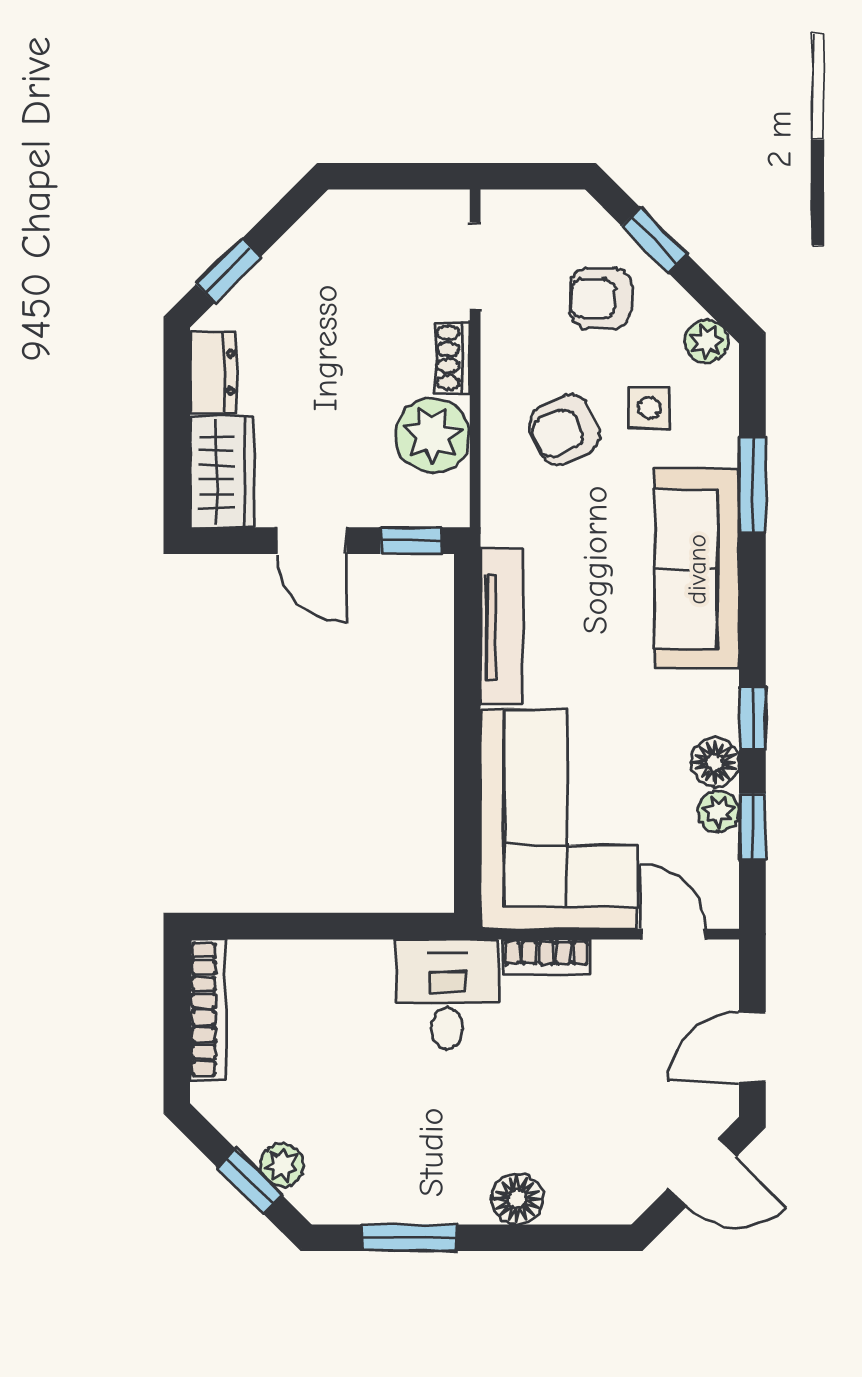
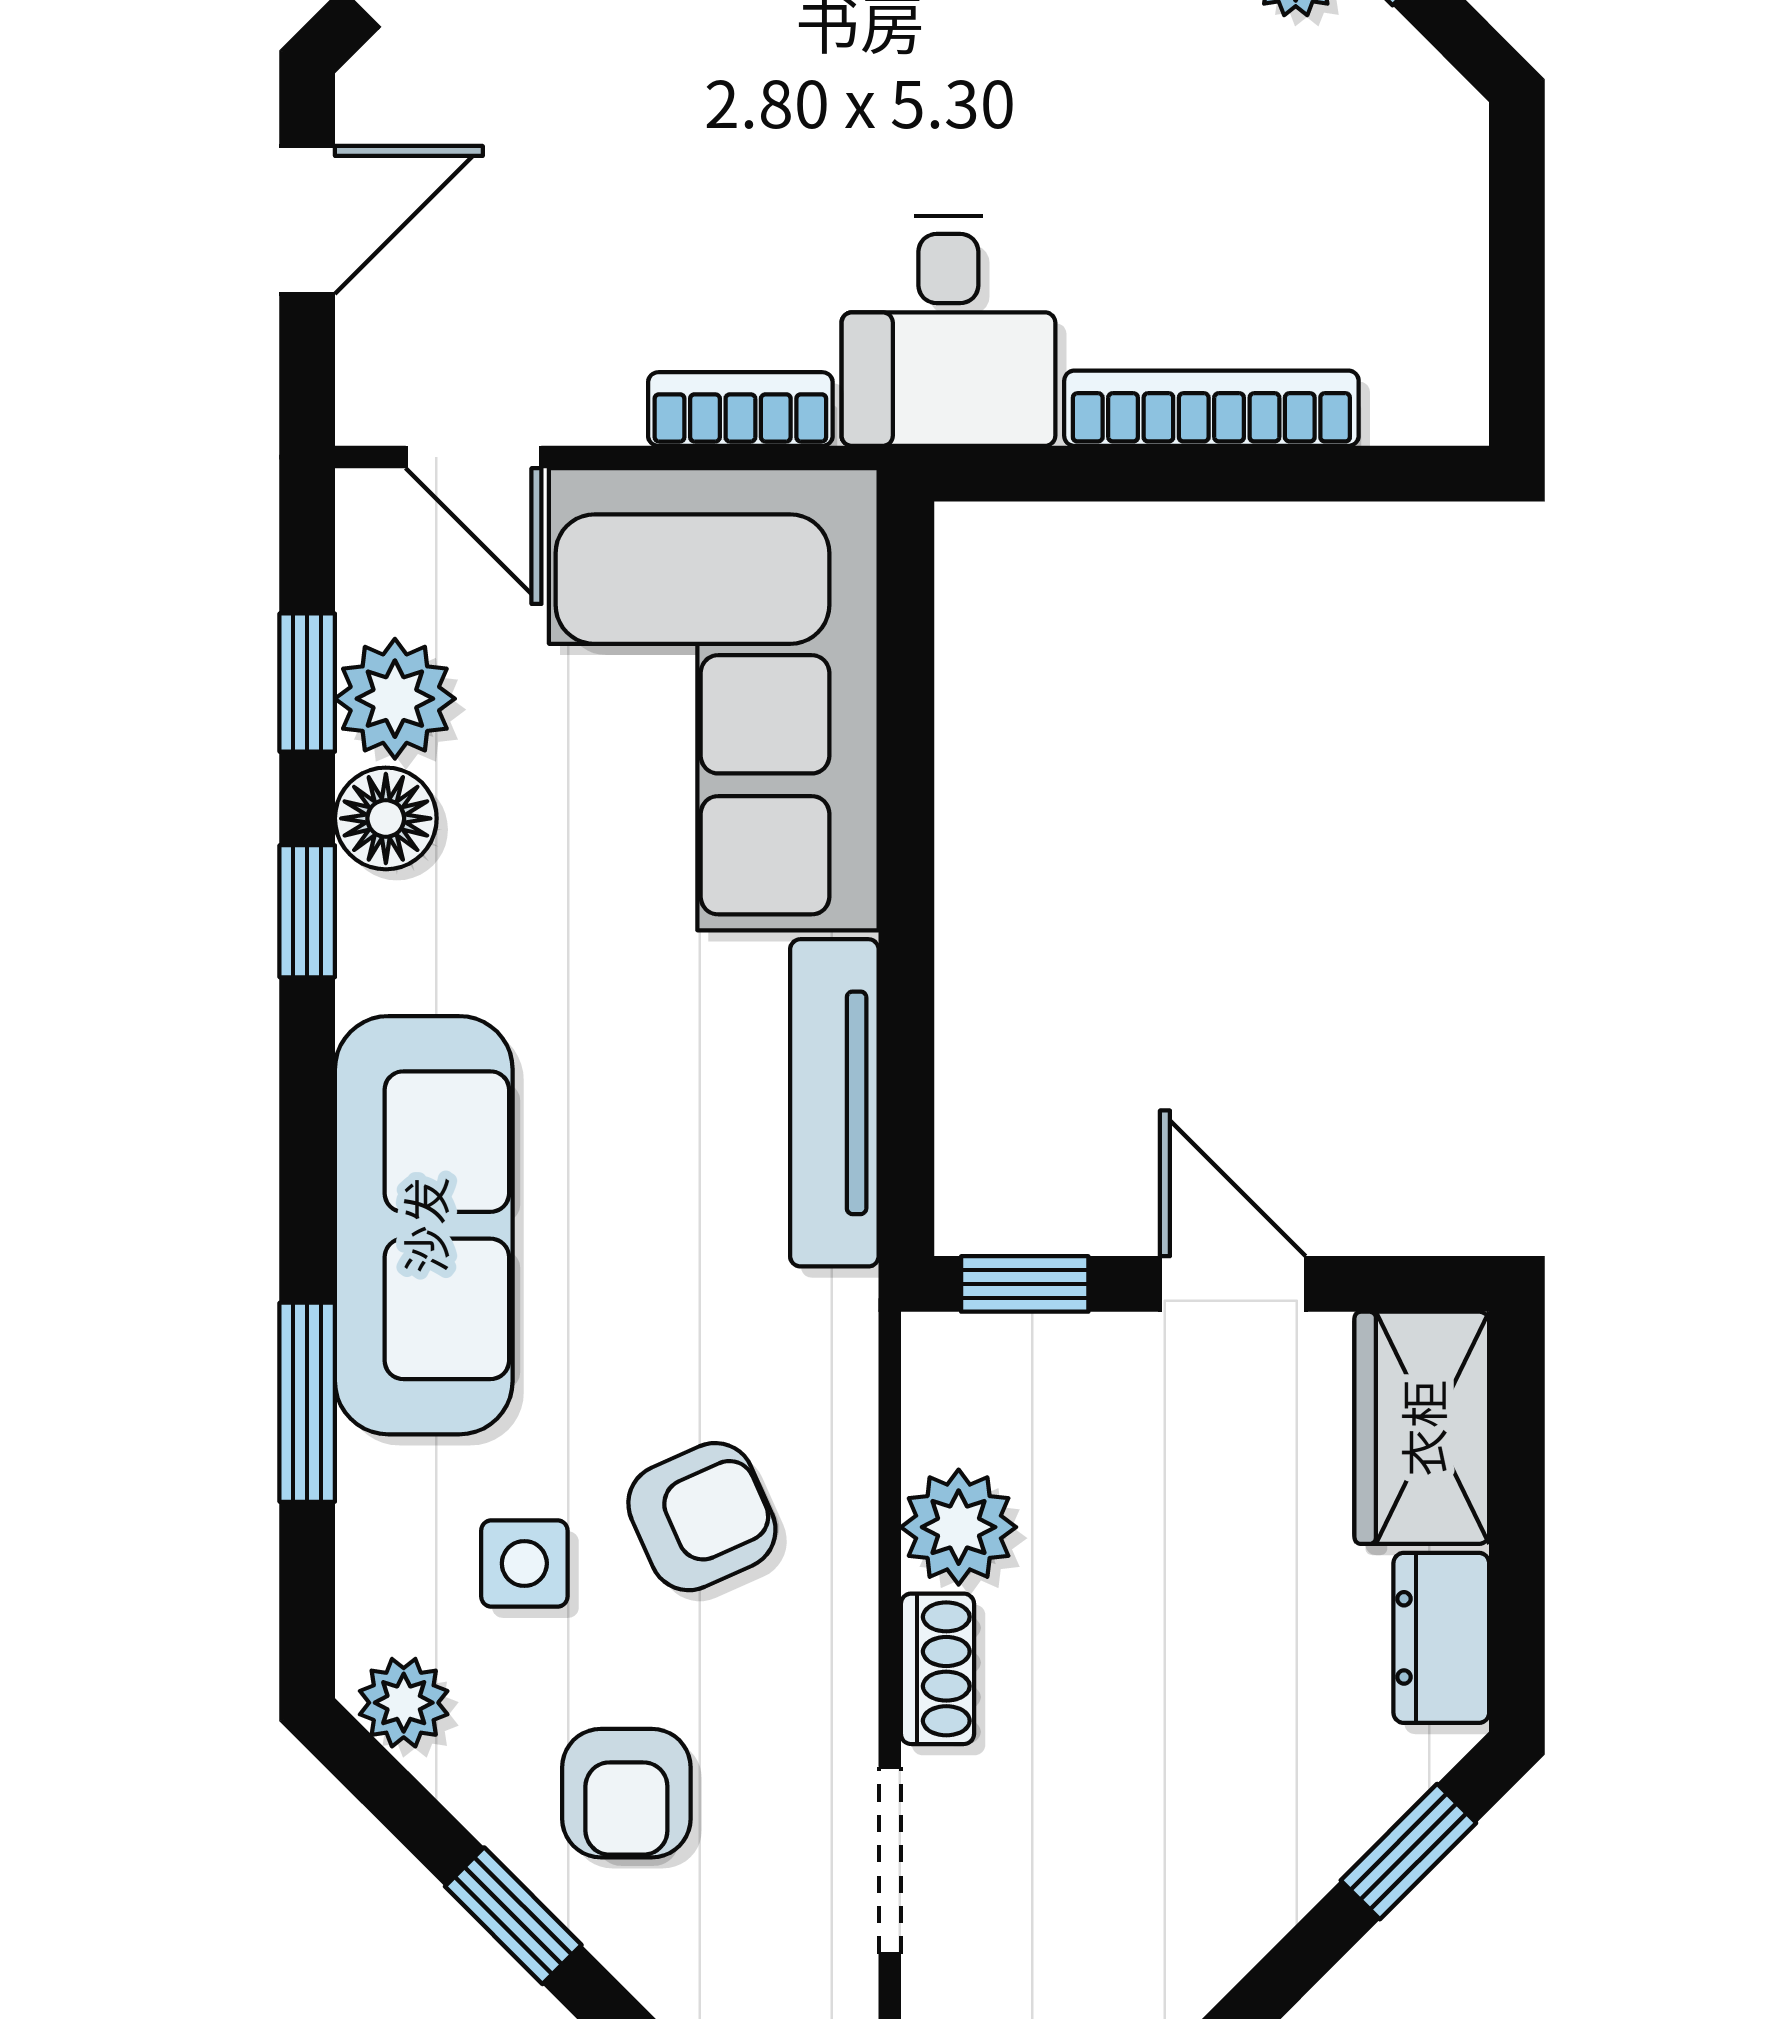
armchair: (600, 298) -> (626, 1793), turned 90
plant: (432, 435) -> (959, 1527), width x0.73, depth x0.73
plant: (718, 811) -> (395, 699), width x1.38, depth x1.38
bookcase: (208, 1009) -> (1211, 408), moved, turned 90

